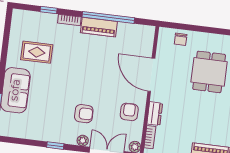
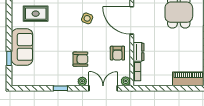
side table: (98, 66) -> (87, 18), added
armchair: (129, 112) -> (117, 53), turned 180

